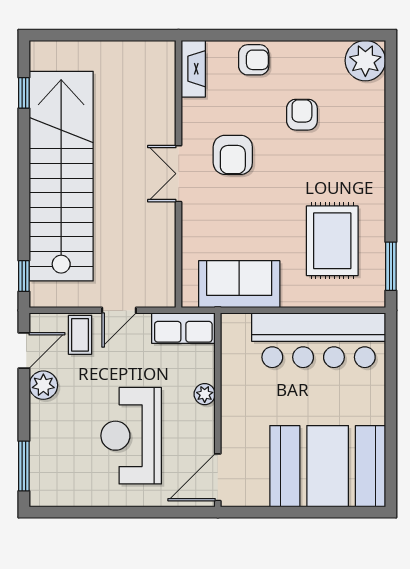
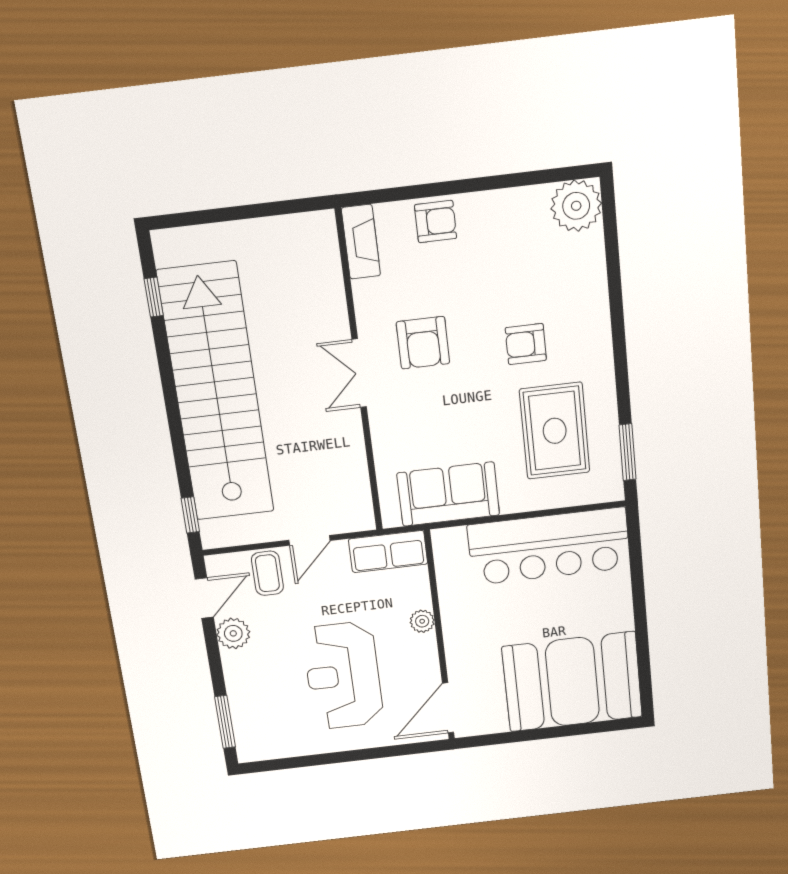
armchair: (302, 115) -> (526, 344), moved, turned -90

